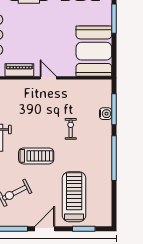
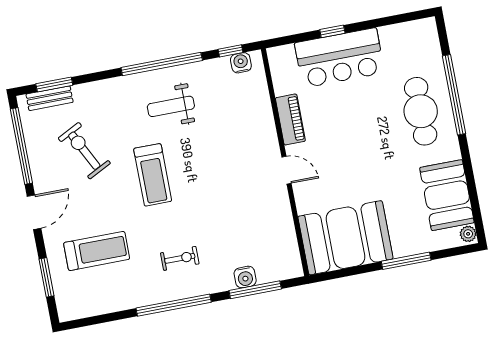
door: (48, 78) -> (287, 170), hinge flipped
exercise bike: (71, 129) -> (180, 258), moved
treadmill: (74, 197) -> (97, 251), width x0.73, depth x0.73
door: (45, 229) -> (34, 212), hinge flipped

